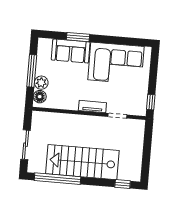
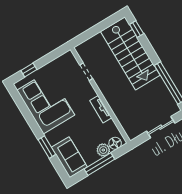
sofa: (71, 51) -> (69, 157), moved
window: (151, 102) -> (29, 70), moved
tv unit: (92, 107) -> (101, 109), moved
stairs: (82, 162) -> (130, 53), moved

